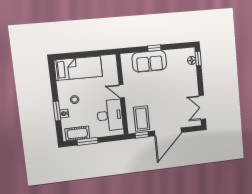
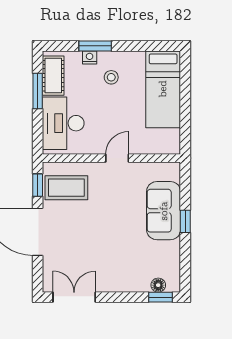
desk: (110, 115) -> (63, 123), moved, turned 90

